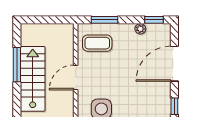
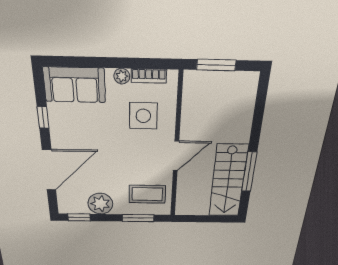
plant: (140, 29) -> (100, 204), width x1.88, depth x1.88
stairs: (33, 79) -> (228, 181), moved

